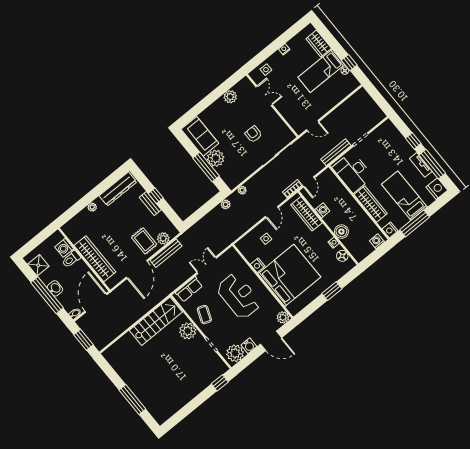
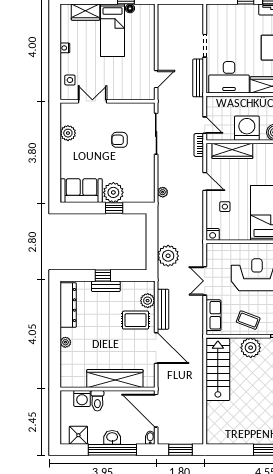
window: (206, 167) -> (114, 208), width x0.46
plant: (226, 204) -> (168, 256), moved, width x1.88, depth x1.88
washing machine: (322, 210) -> (247, 128), width x1.89, depth x1.89
nightstand: (258, 265) -> (213, 234), moved

